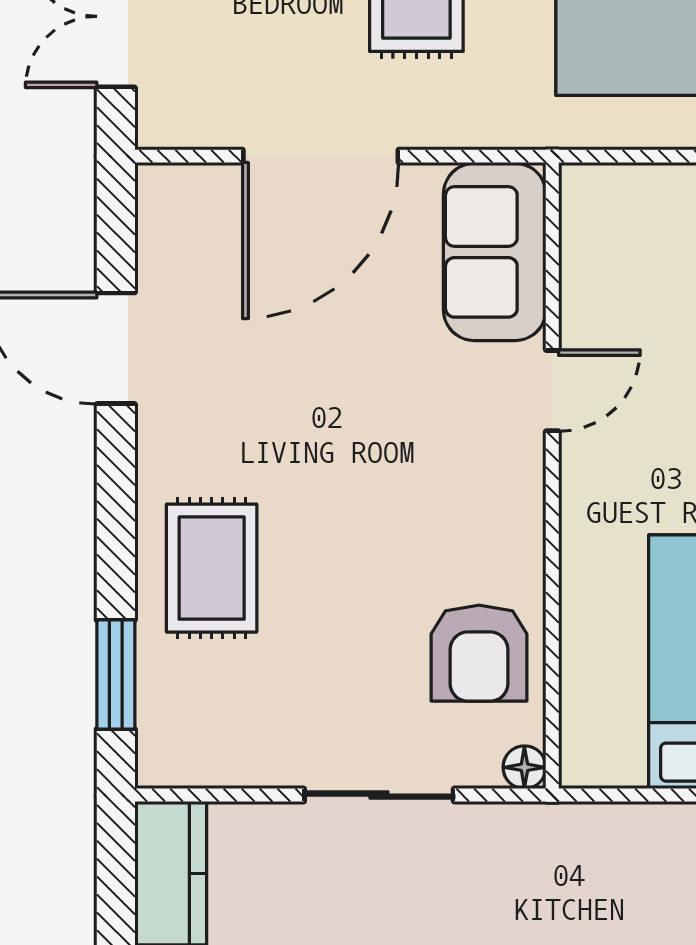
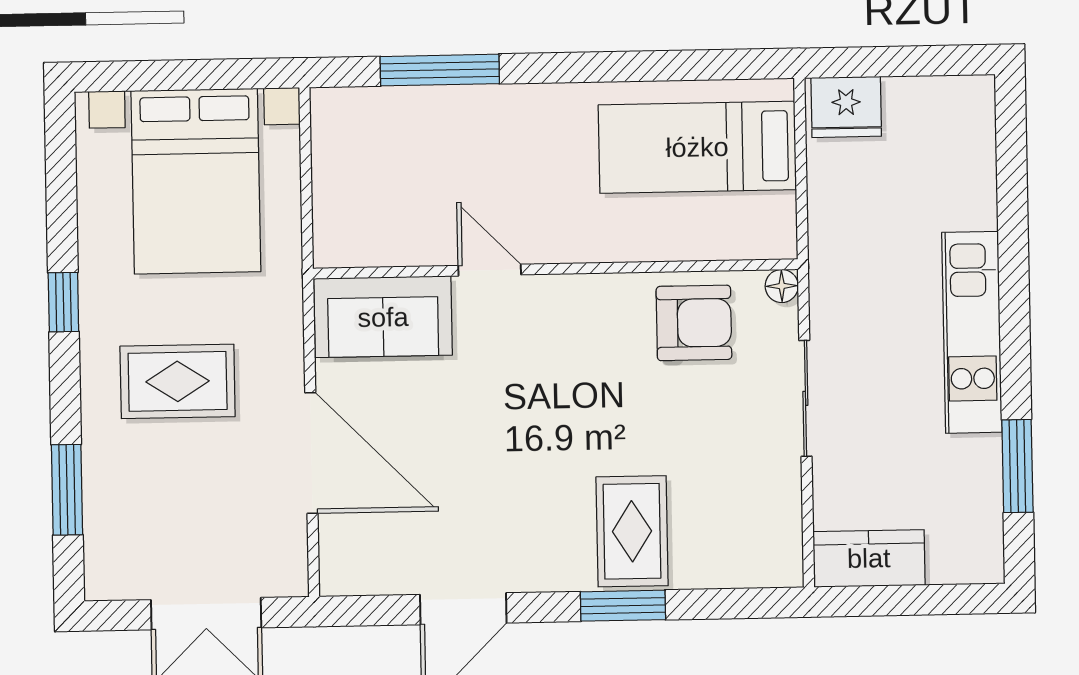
rug: (212, 568) -> (632, 531), turned 90
window: (116, 675) -> (623, 606), moved

